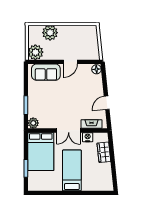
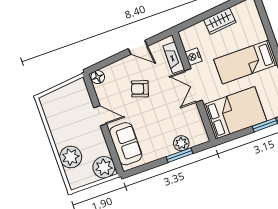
armchair: (79, 94) -> (140, 89), added
plant: (33, 123) -> (181, 143), moved
double door: (69, 130) -> (193, 86), swing flipped
wardrobe: (104, 152) -> (220, 21), moved

